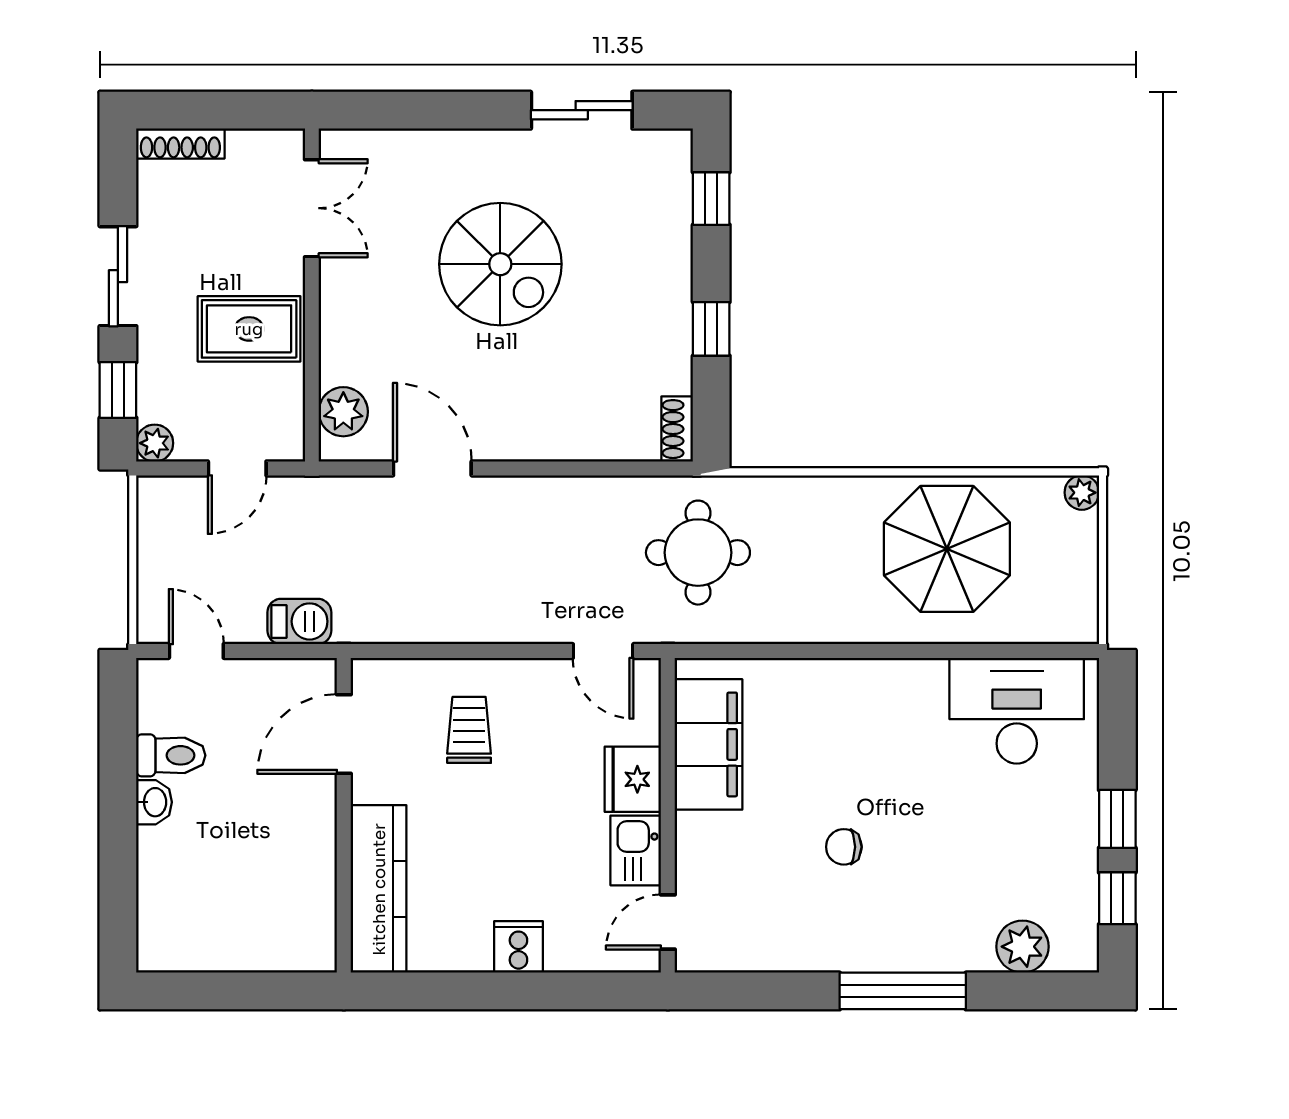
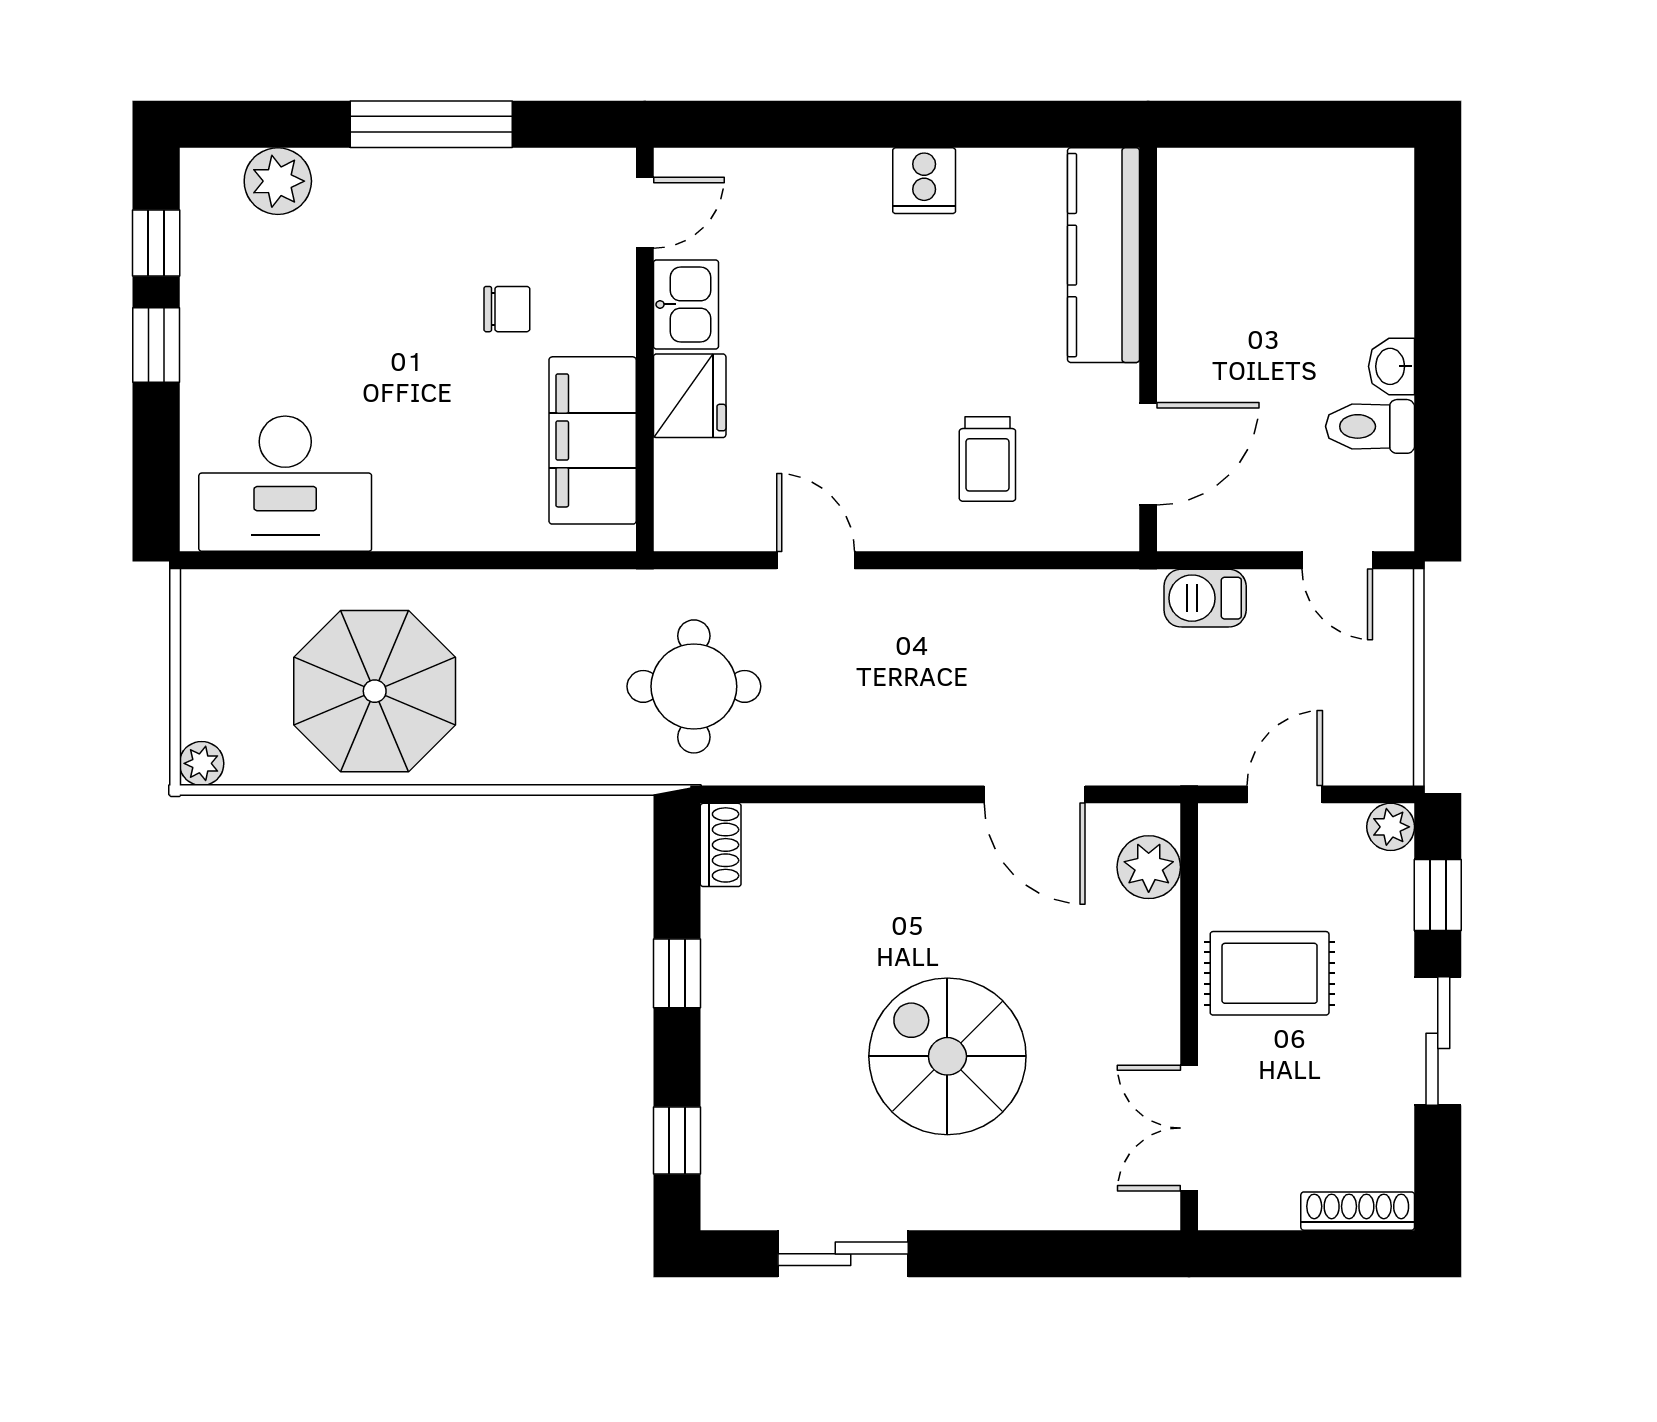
filing cabinet: (709, 744) -> (593, 440), moved
fridge: (633, 779) -> (690, 396), moved
wall: (668, 815) -> (645, 350), moved
kitchen sink: (636, 850) -> (686, 304), moved
door: (668, 922) -> (645, 213), moved

